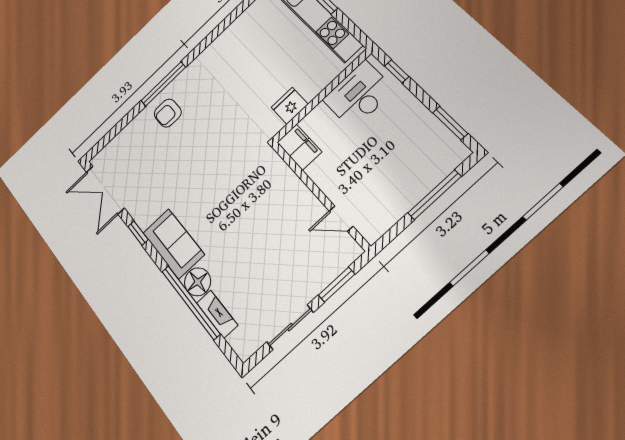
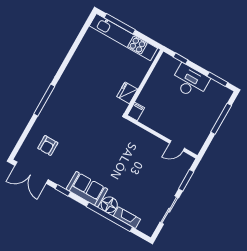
desk: (359, 95) -> (190, 81), moved, turned 90
armchair: (168, 113) -> (48, 146), moved
filing cabinet: (299, 147) -> (136, 111), width x0.50

